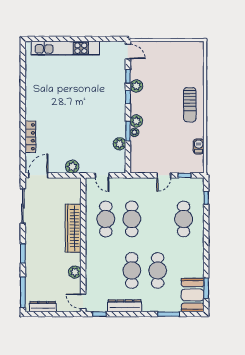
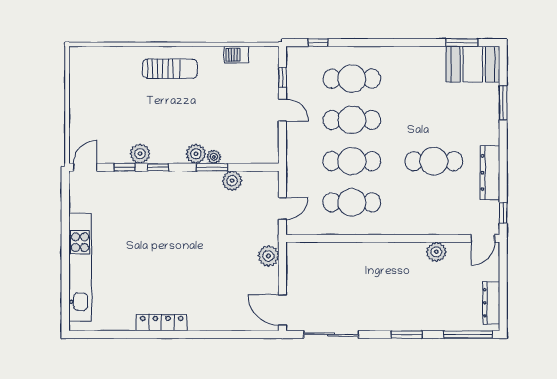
locker: (30, 137) -> (162, 323), moved
wardrobe: (73, 228) -> (367, 254), removed
cafe table: (158, 270) -> (352, 120), moved

